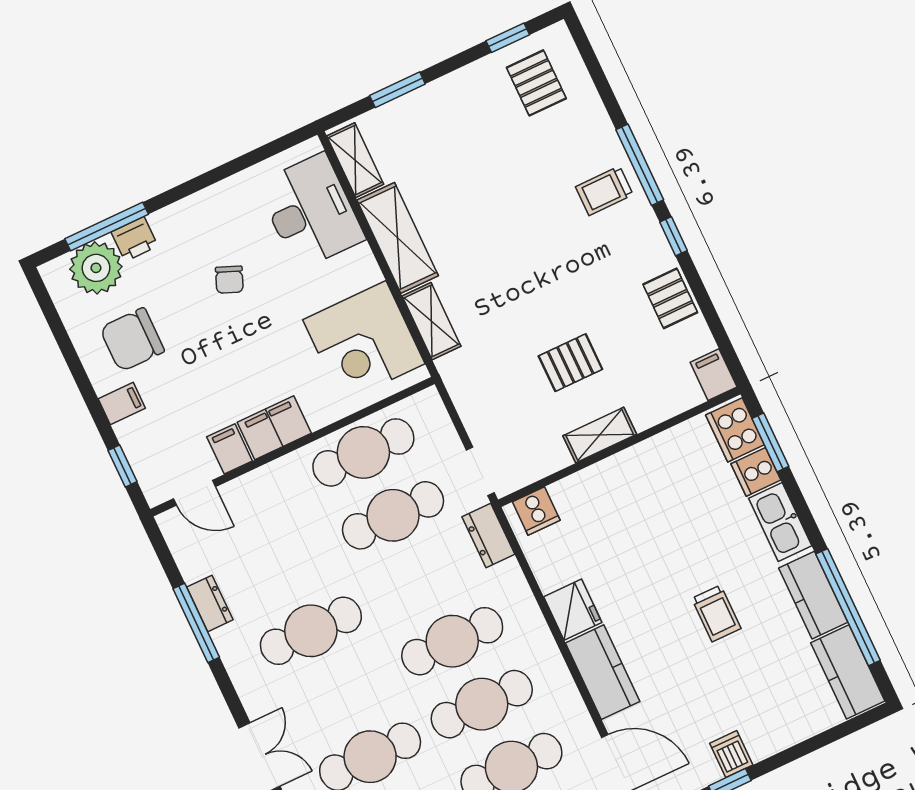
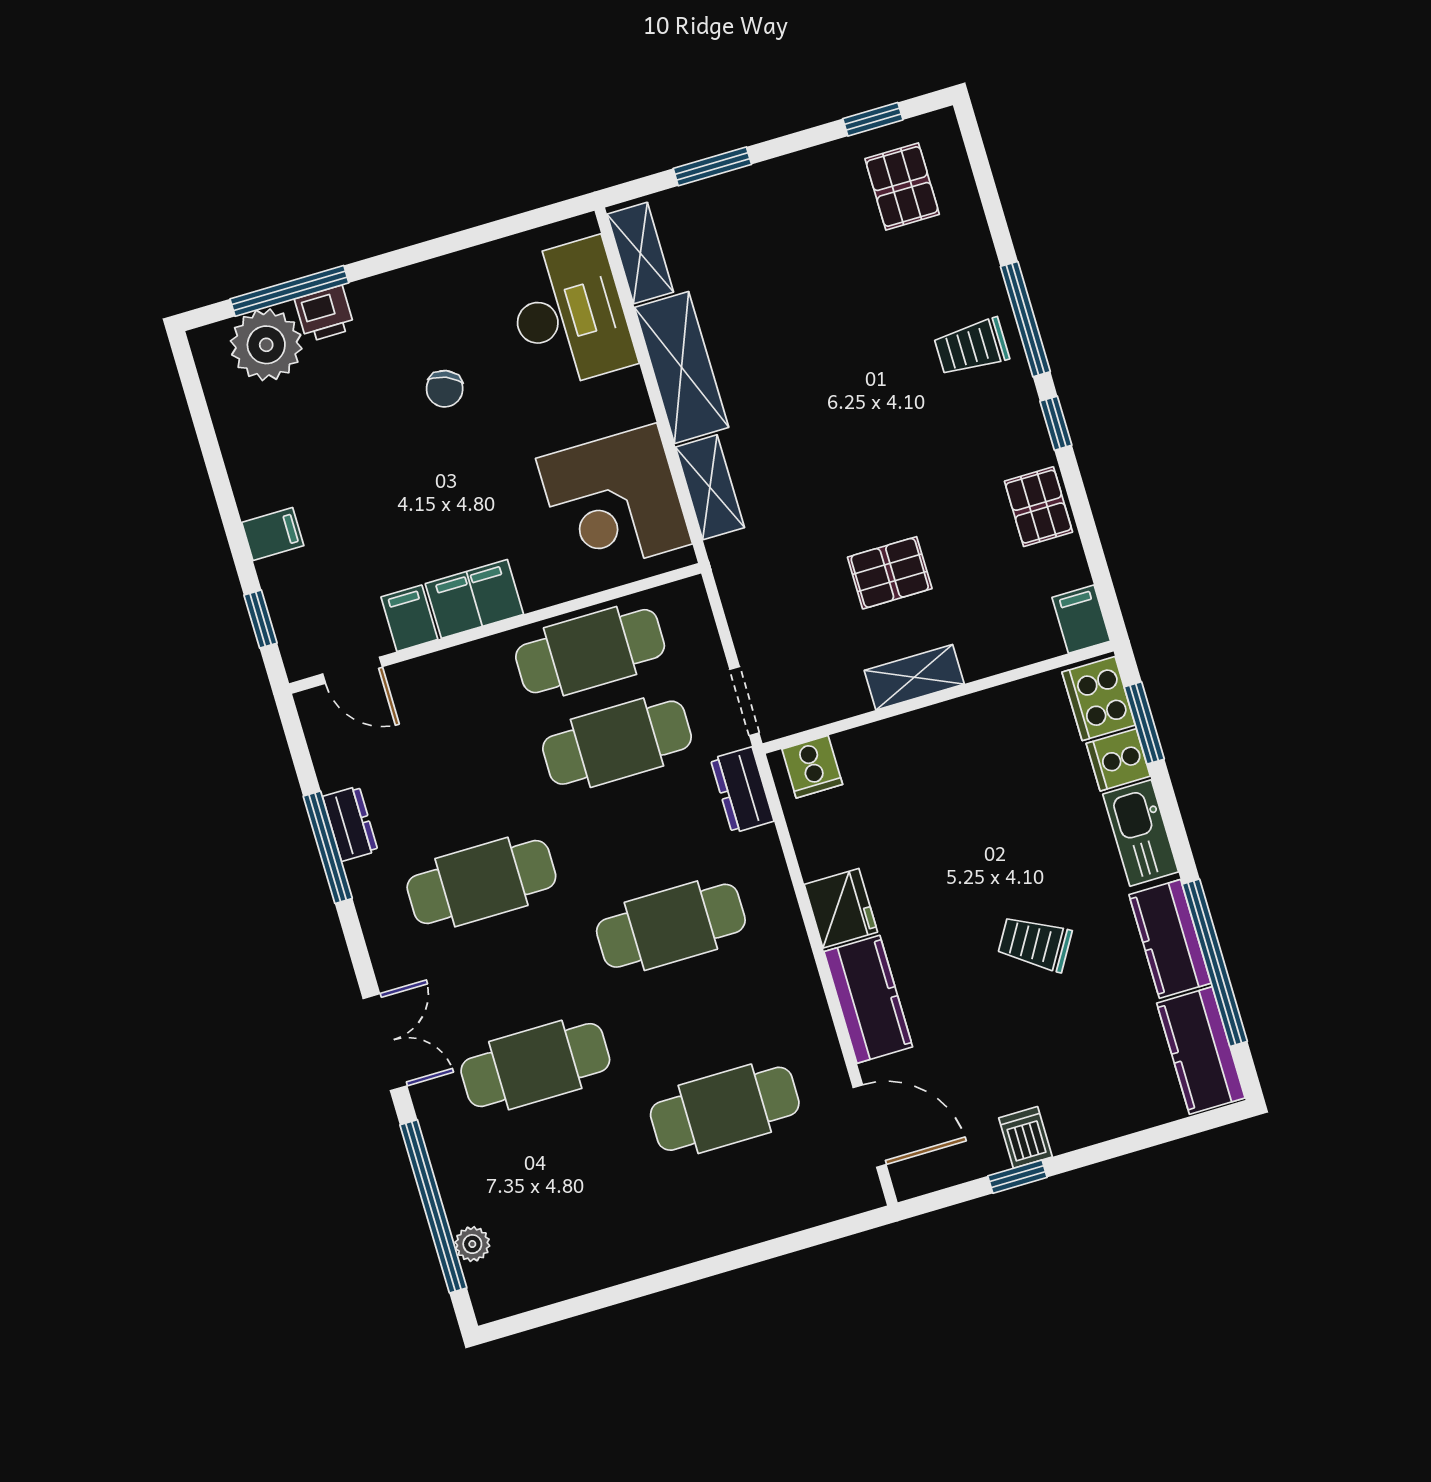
chair: (132, 340) -> (300, 450), removed
trolley: (716, 613) -> (1035, 943), turned 121
cafe table: (482, 704) -> (698, 1017), removed

